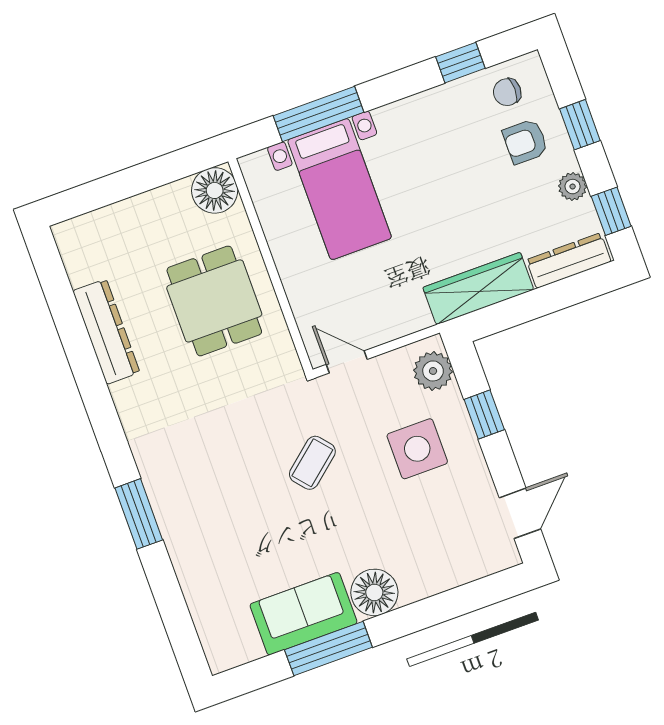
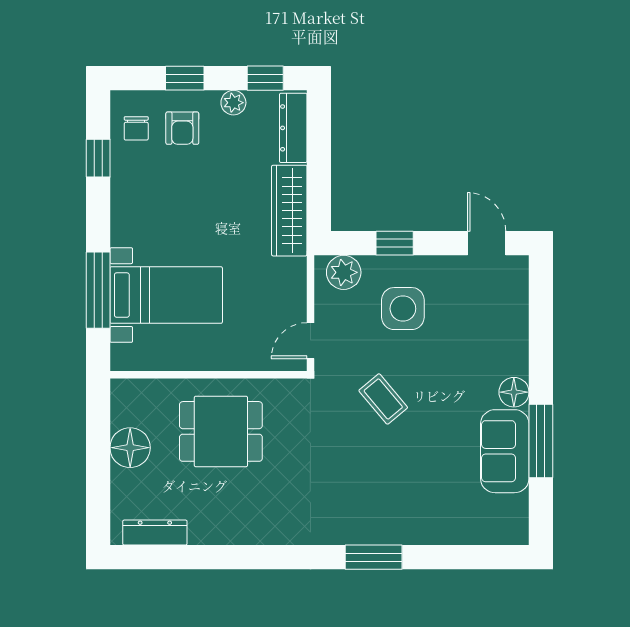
floor lamp: (215, 190) -> (130, 448), moved
dresser: (106, 332) -> (155, 533), moved, width x0.73, depth x0.80
floor lamp: (374, 592) -> (514, 392), width x0.73, depth x0.73

